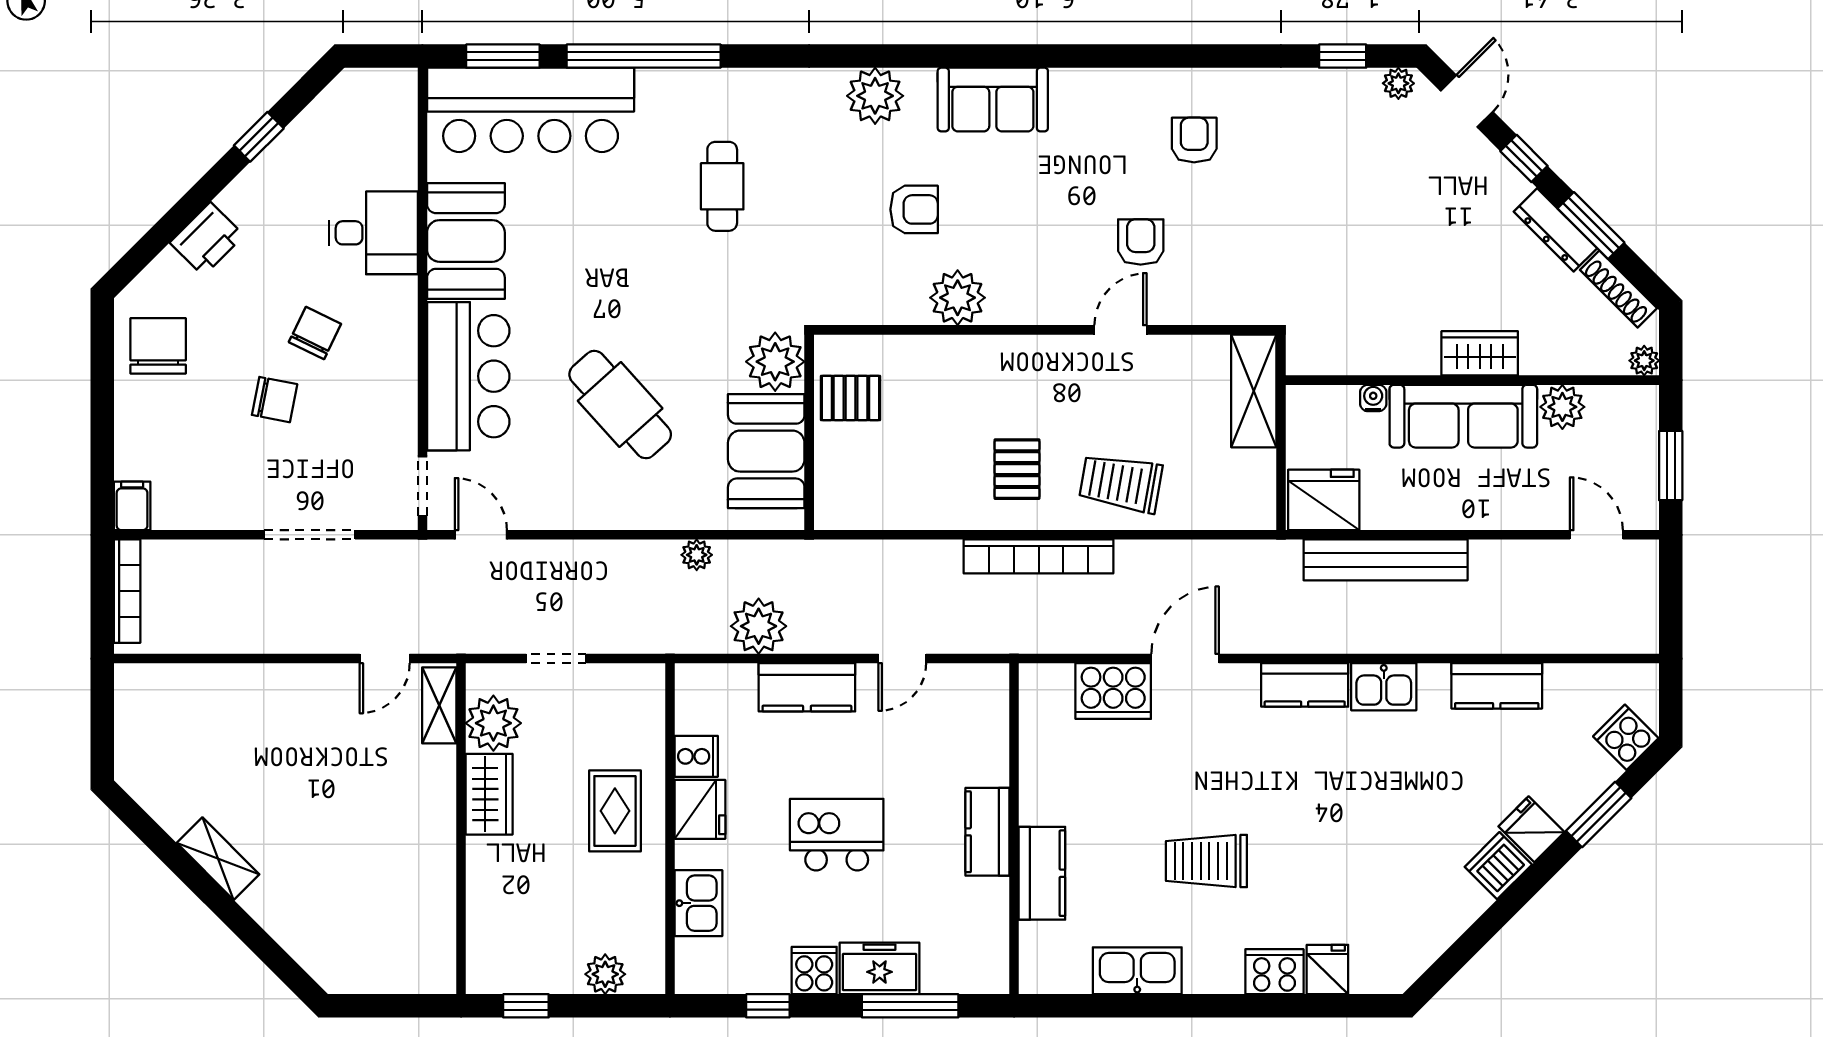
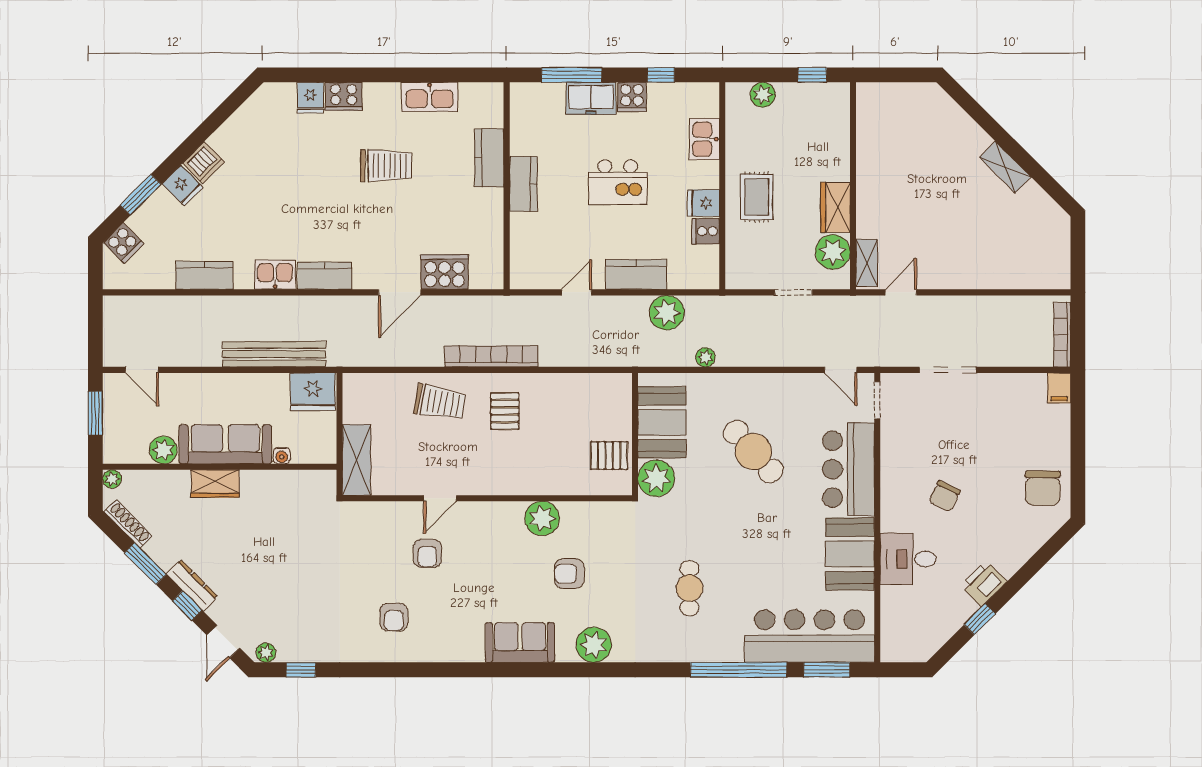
dresser: (1555, 230) -> (192, 585), moved
printer: (207, 239) -> (984, 584), moved
chair: (275, 400) -> (970, 455), removed
fridge: (700, 809) -> (703, 203), width x0.72

